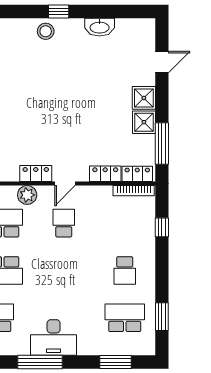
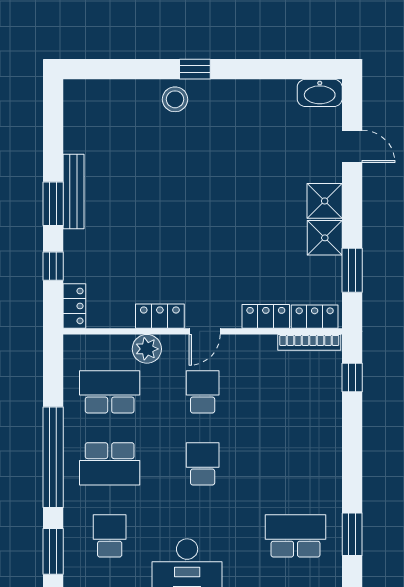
washbasin: (100, 27) -> (320, 93), moved
door: (162, 62) -> (352, 146), hinge flipped
window: (162, 143) -> (352, 270), width x0.69
window: (162, 227) -> (352, 377), moved
school desk: (125, 270) -> (203, 464), moved, turned 180

